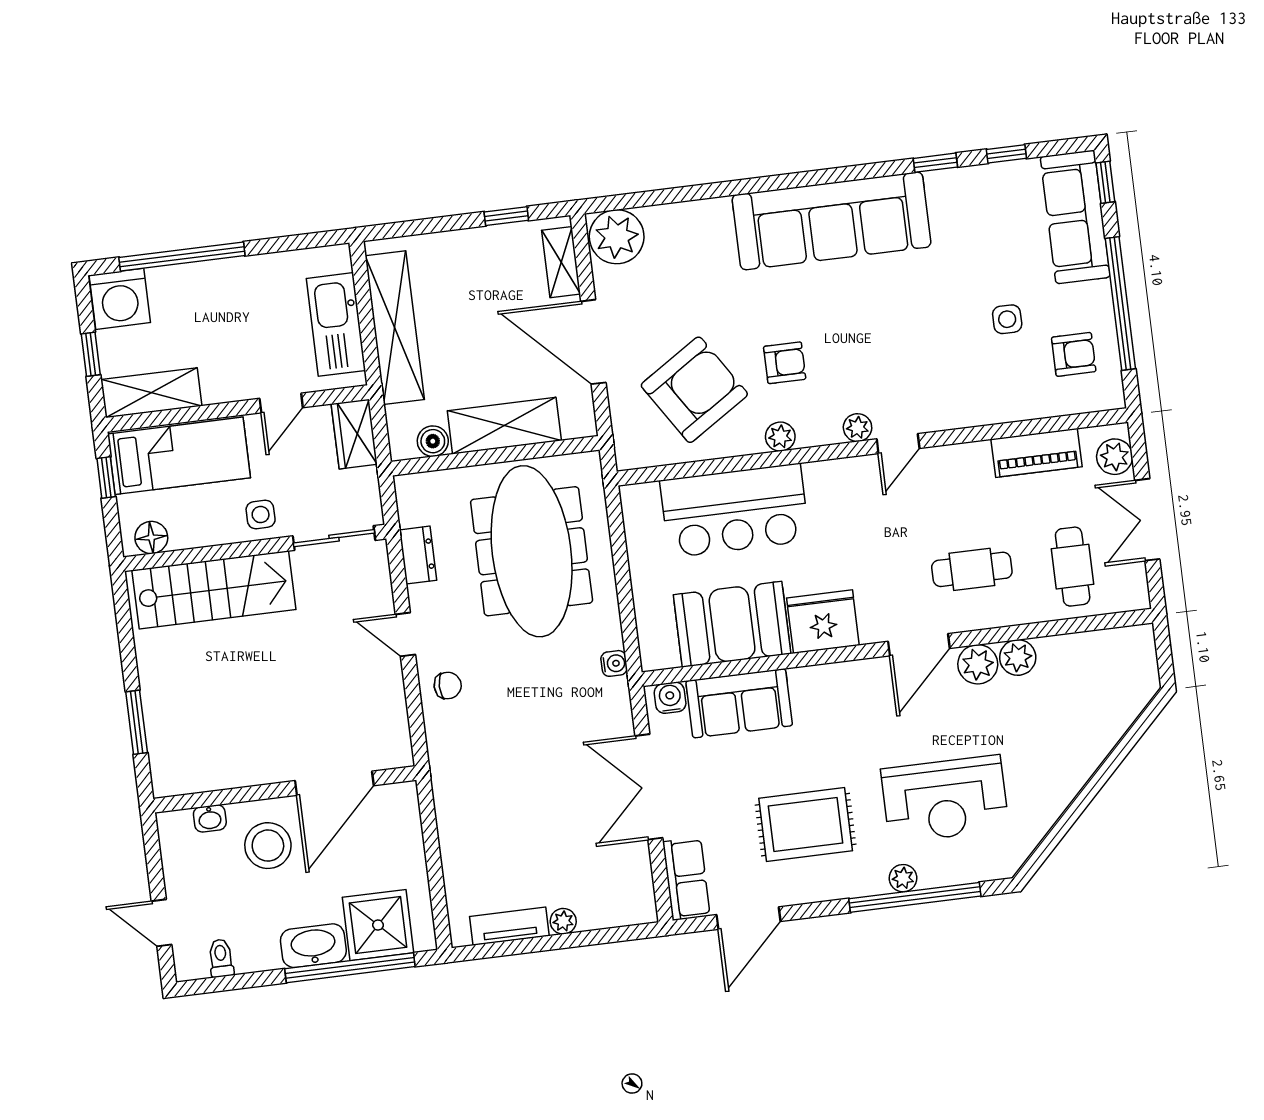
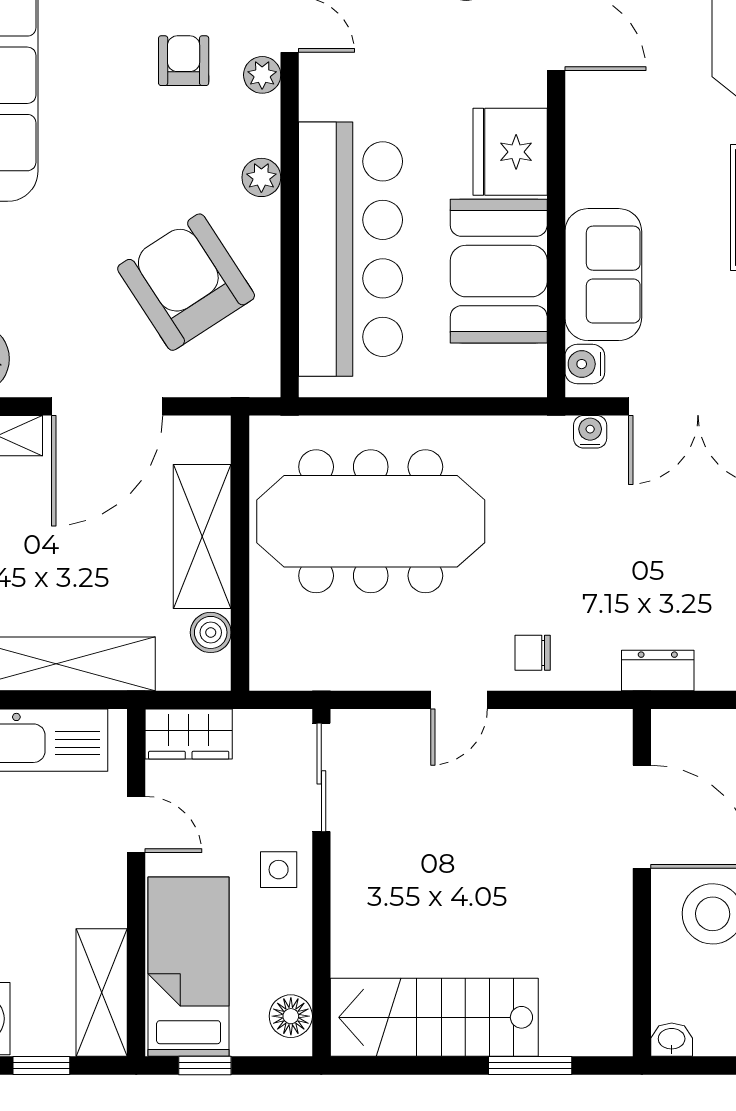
armchair: (785, 363) -> (184, 61), moved
bar counter: (735, 511) -> (351, 249), width x1.36
dresser: (418, 555) -> (658, 670), moved
stairs: (214, 590) -> (434, 1017), moved, turned -90
water cooler: (614, 663) -> (590, 432), moved
chair: (448, 685) -> (533, 653), turned -90
washbasin: (210, 818) -> (672, 1040), moved, turned -90

